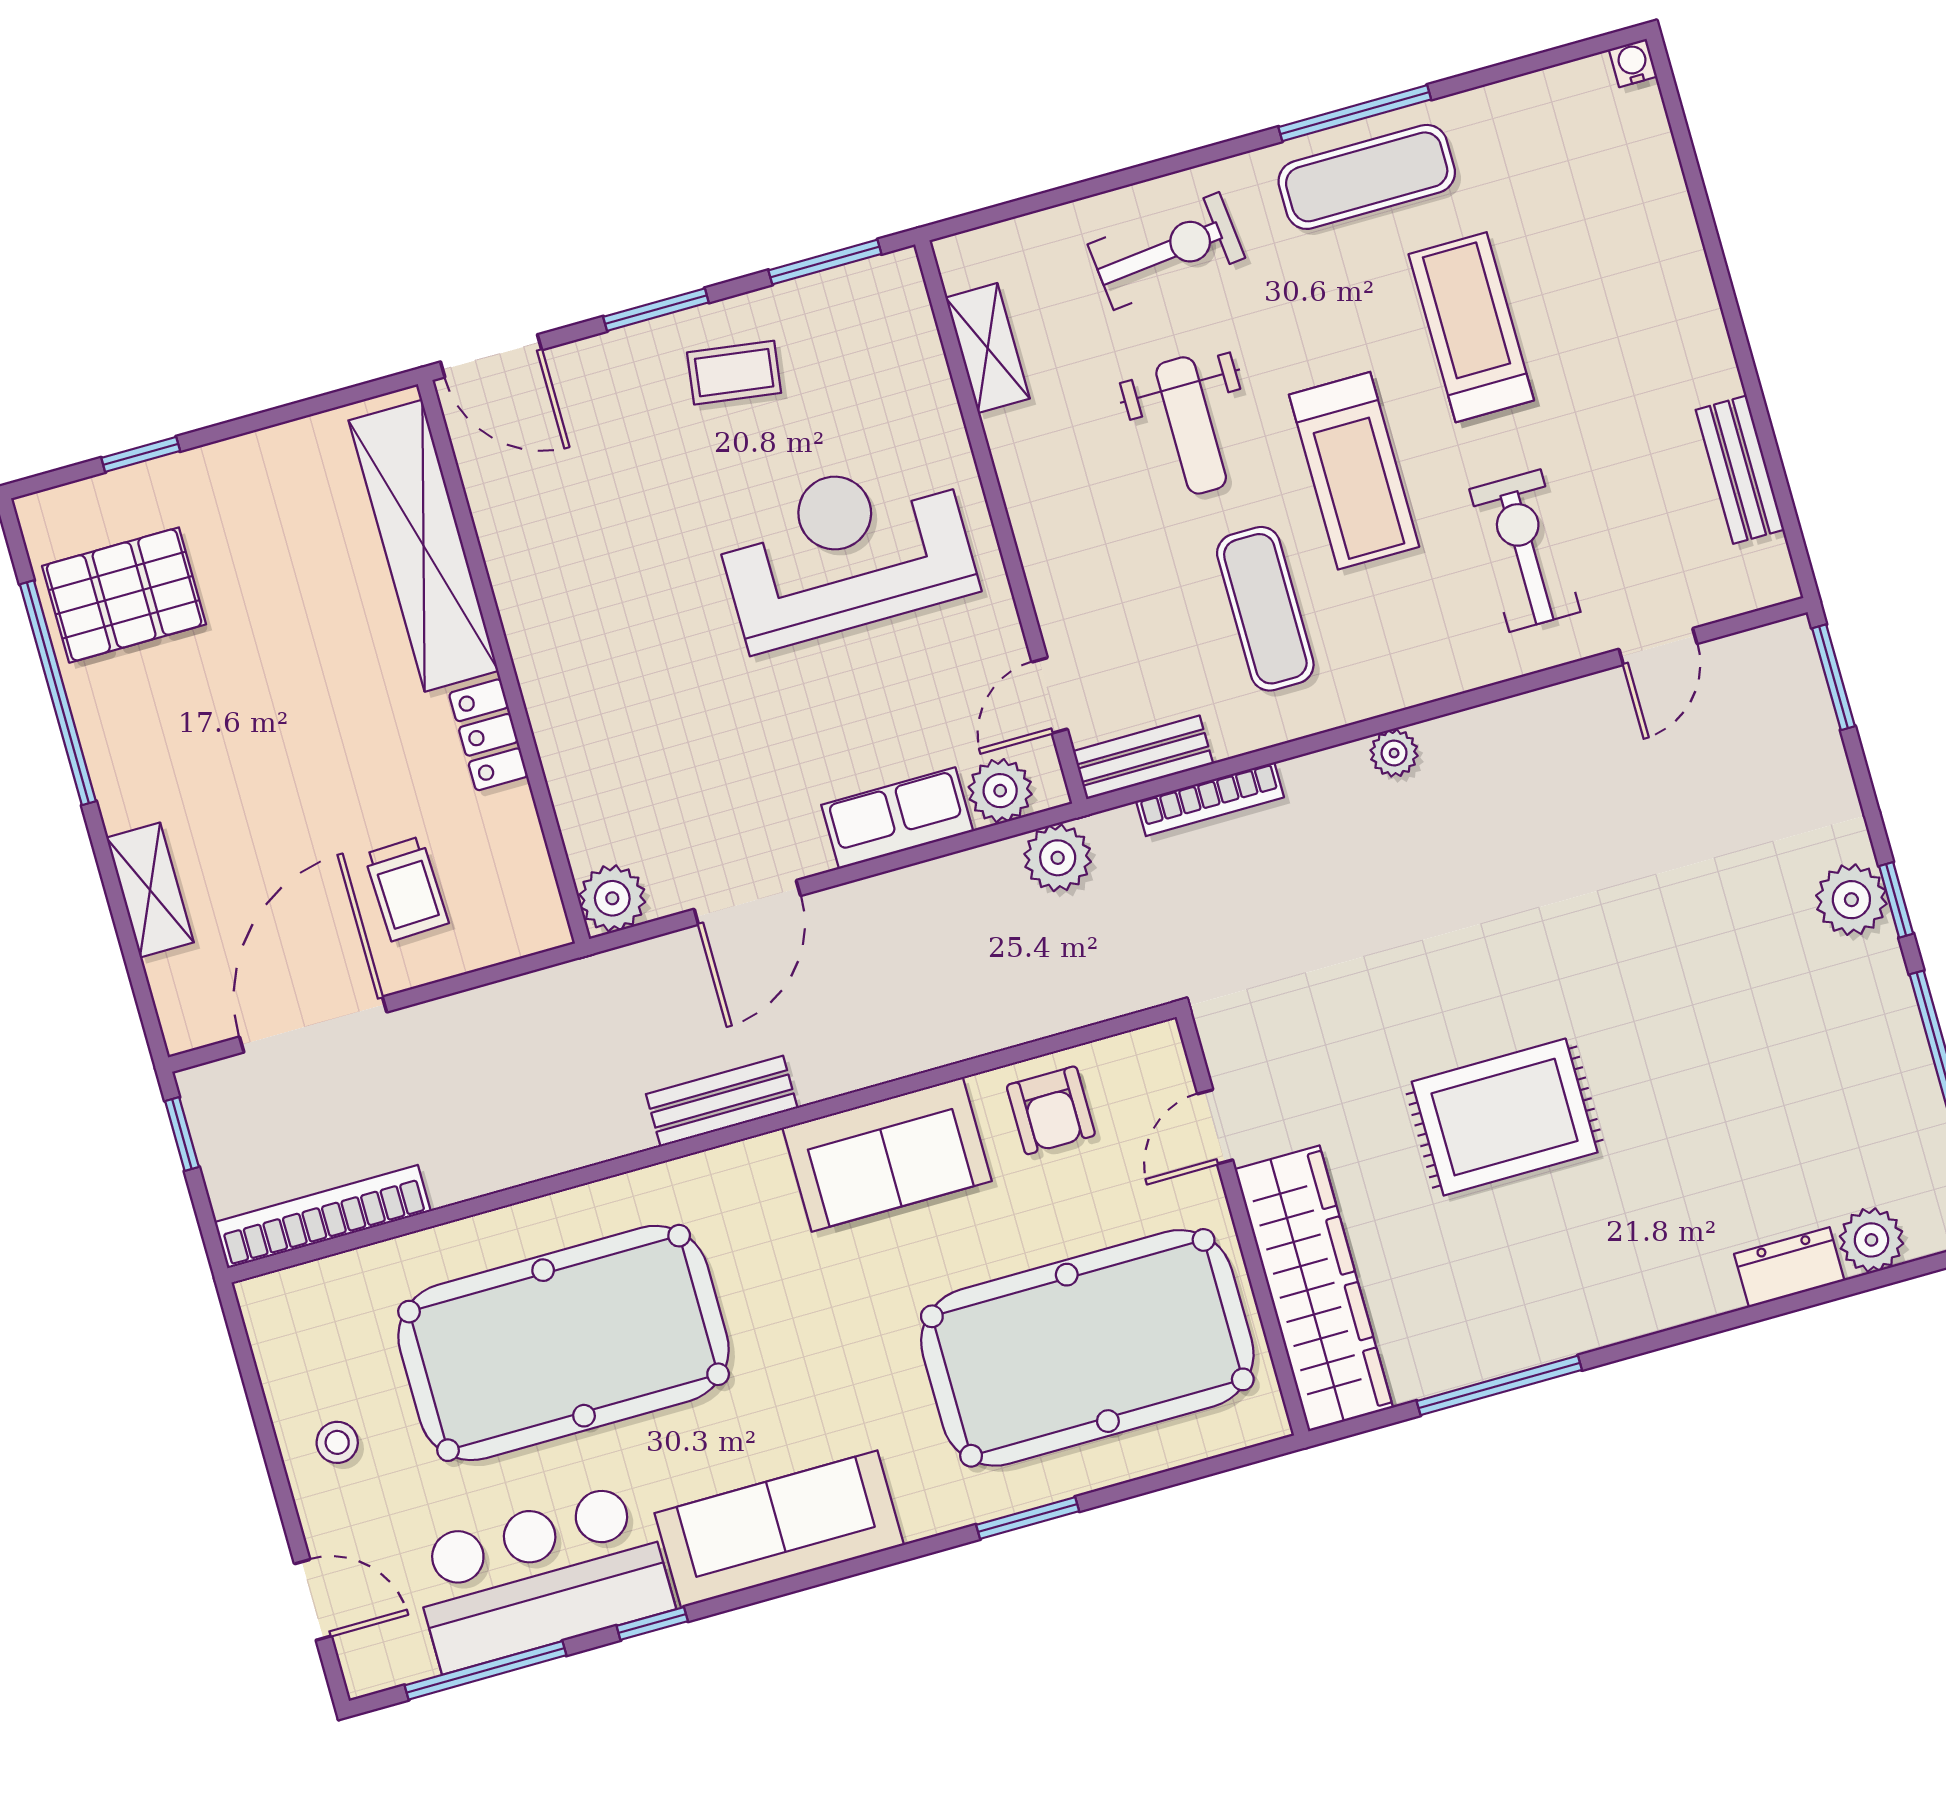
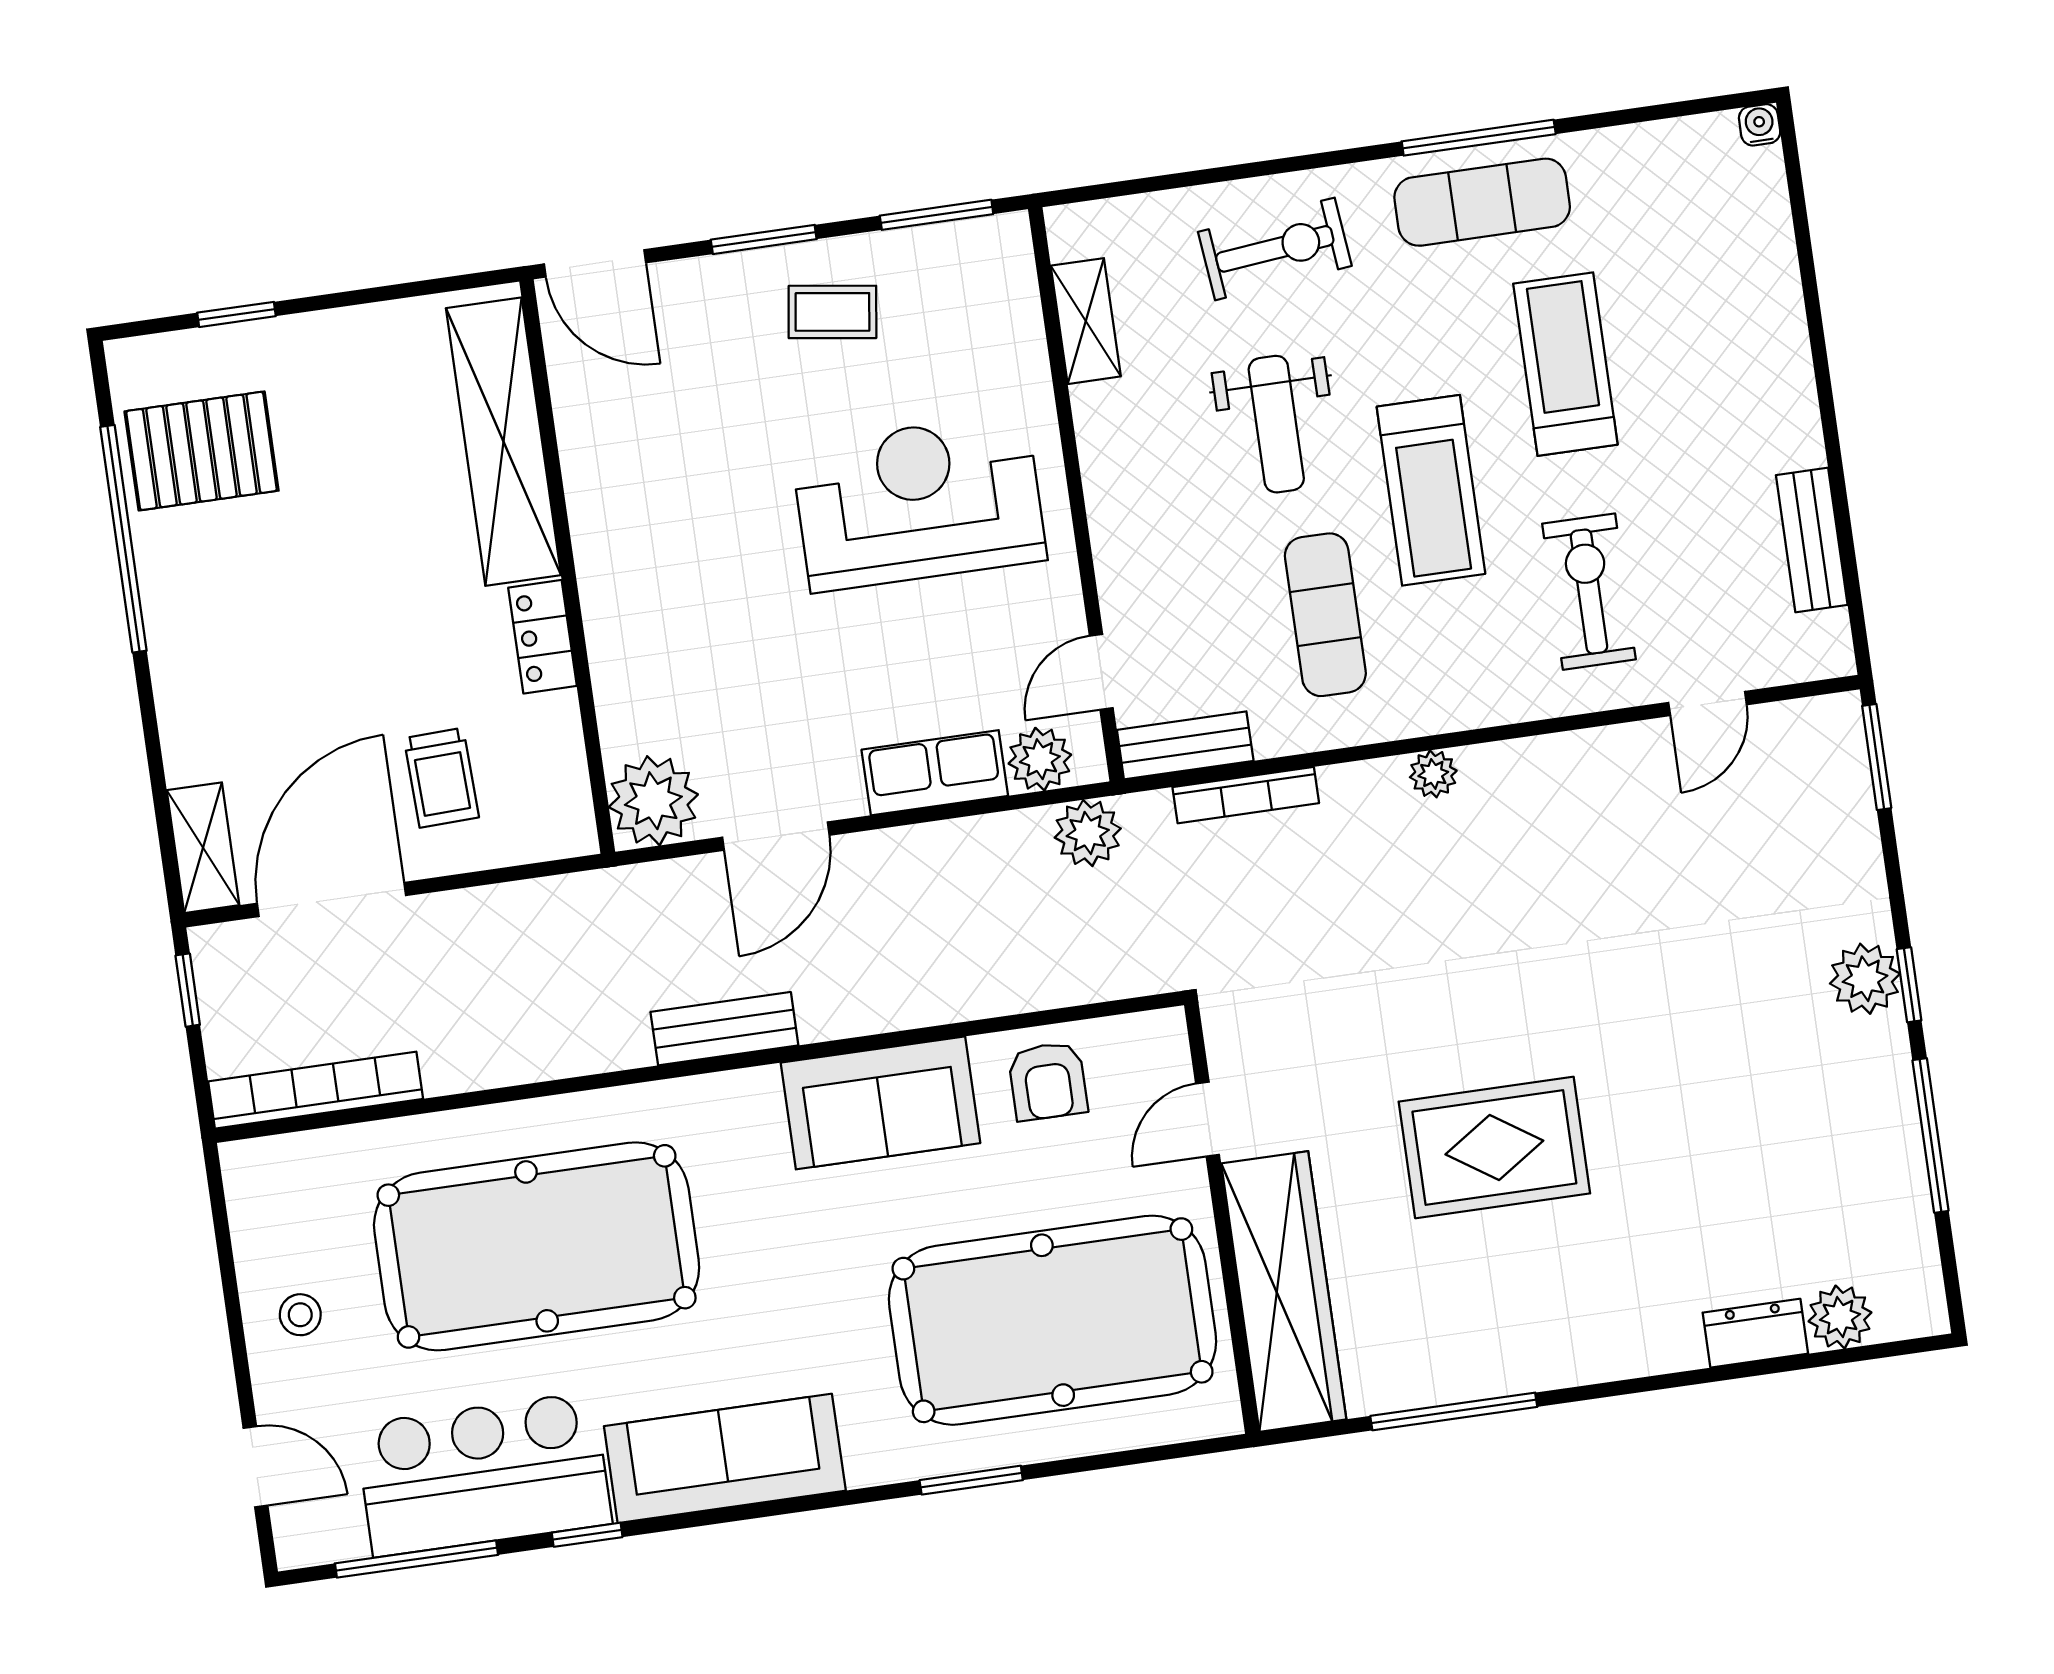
shelving: (150, 890) -> (203, 848), moved
plant: (612, 898) -> (653, 801), width x1.36, depth x1.36

